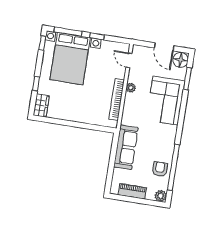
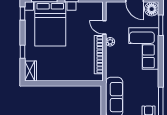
door: (129, 60) -> (104, 27), moved

